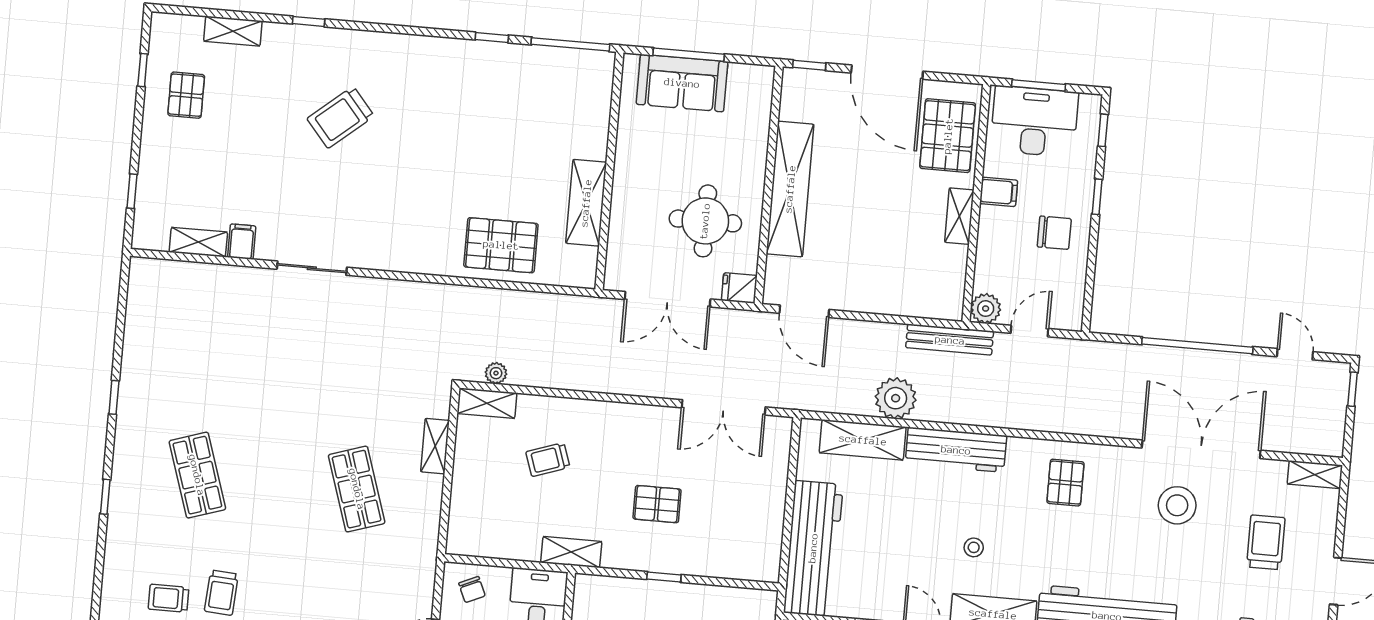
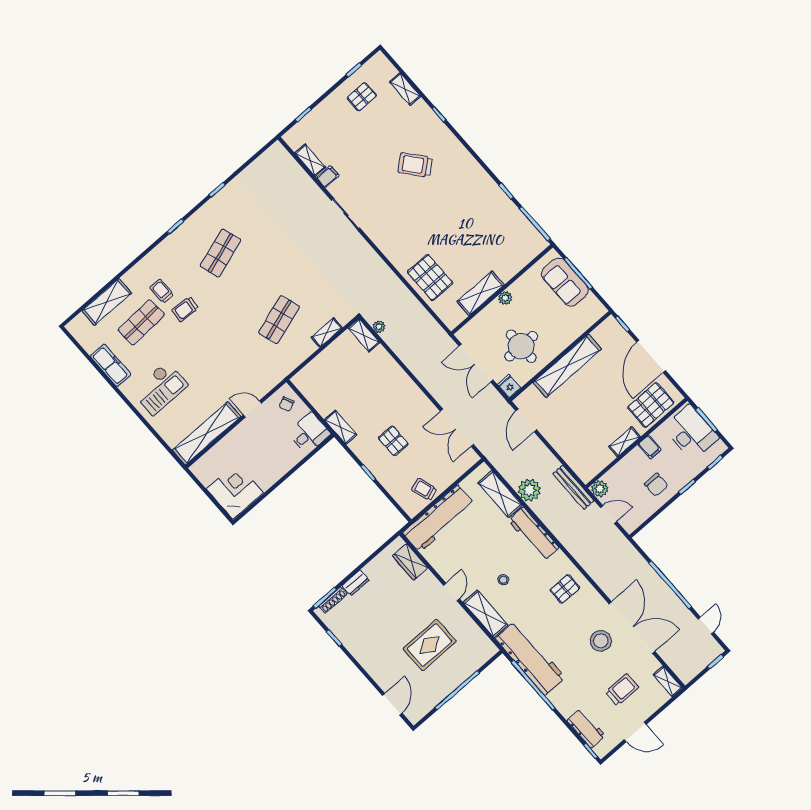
plant: (624, 178) -> (505, 298), added
trolley: (548, 460) -> (424, 489), moved

